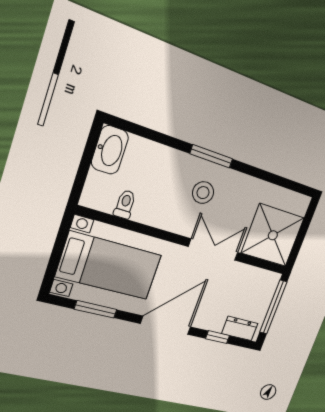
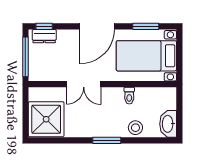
stool: (203, 193) -> (135, 128), moved
toilet: (125, 204) -> (129, 96), moved
shower: (273, 235) -> (46, 119), moved
window: (218, 337) -> (44, 26), moved

